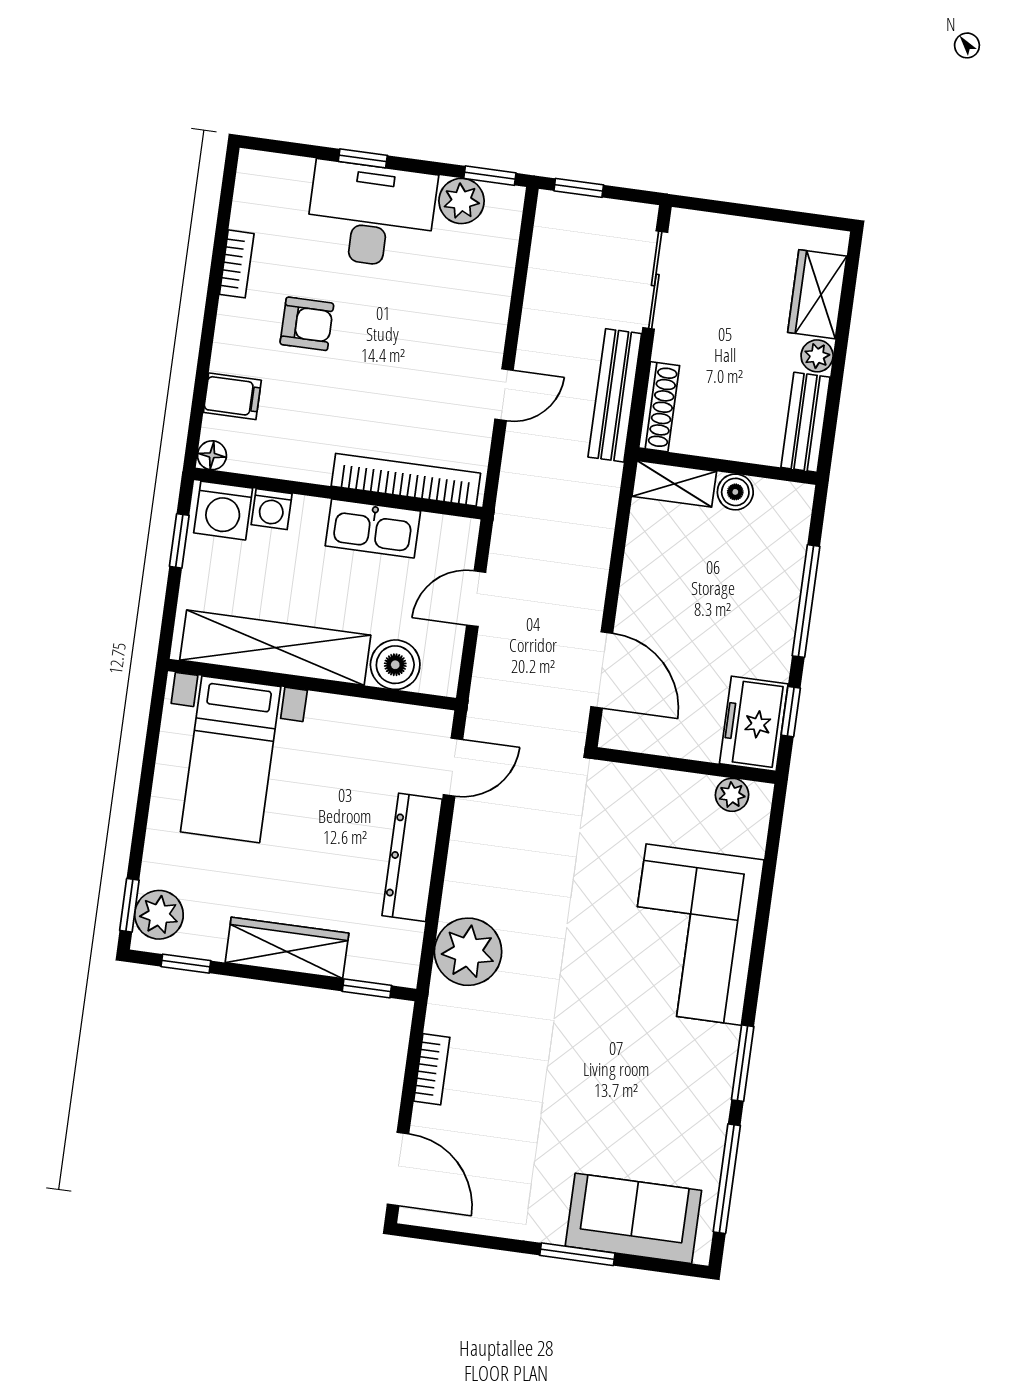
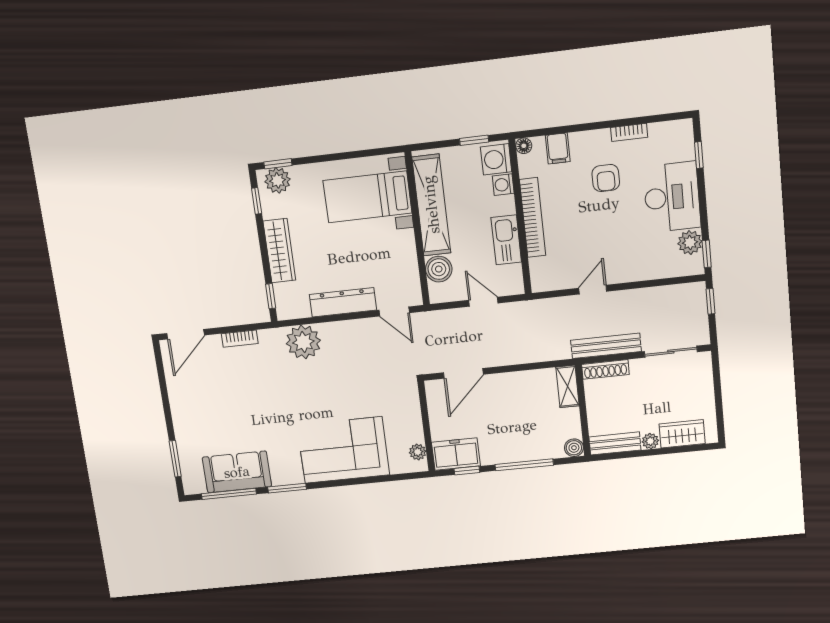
window: (363, 158) -> (699, 155), moved
door: (504, 395) -> (593, 290), swing flipped
bookcase: (406, 480) -> (533, 217), moved
boiler: (735, 492) -> (574, 448), moved
sofa: (633, 1218) -> (237, 472), moved, turned -90
window: (577, 1254) -> (175, 459), moved

